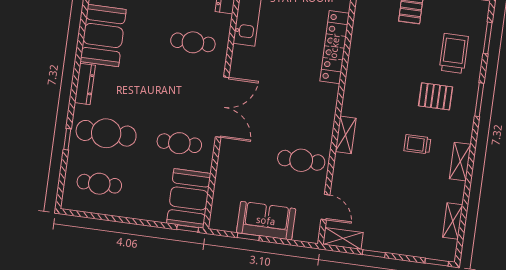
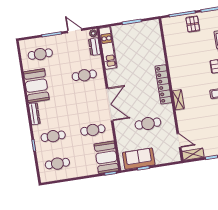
locker: (335, 47) -> (163, 84), moved
cafe table: (106, 133) -> (53, 136), width x0.73, depth x0.74
cafe table: (301, 160) -> (148, 124), moved
sofa: (266, 221) -> (139, 159), moved

